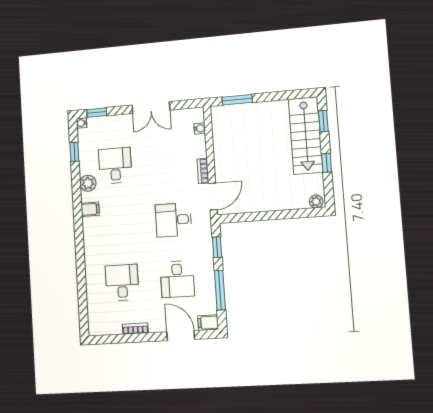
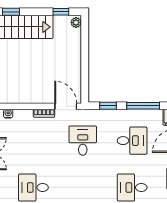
window: (327, 163) -> (61, 12), moved
desk: (173, 220) -> (83, 141), turned 180

